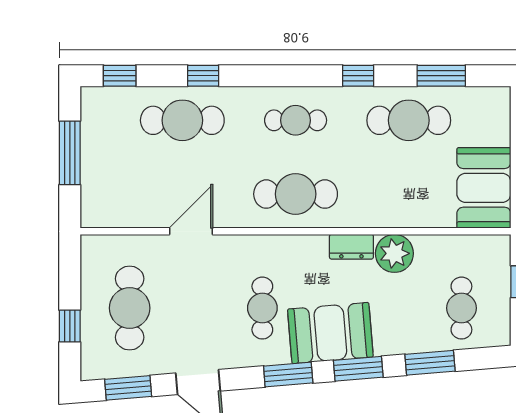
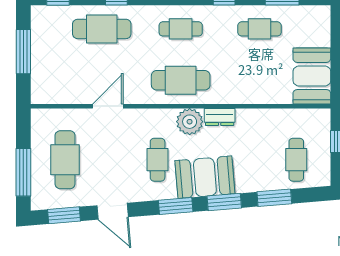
cafe table: (409, 120) -> (260, 29), width x0.73, depth x0.74
plant: (394, 253) -> (190, 122), moved
window: (70, 326) -> (23, 172), width x2.17

